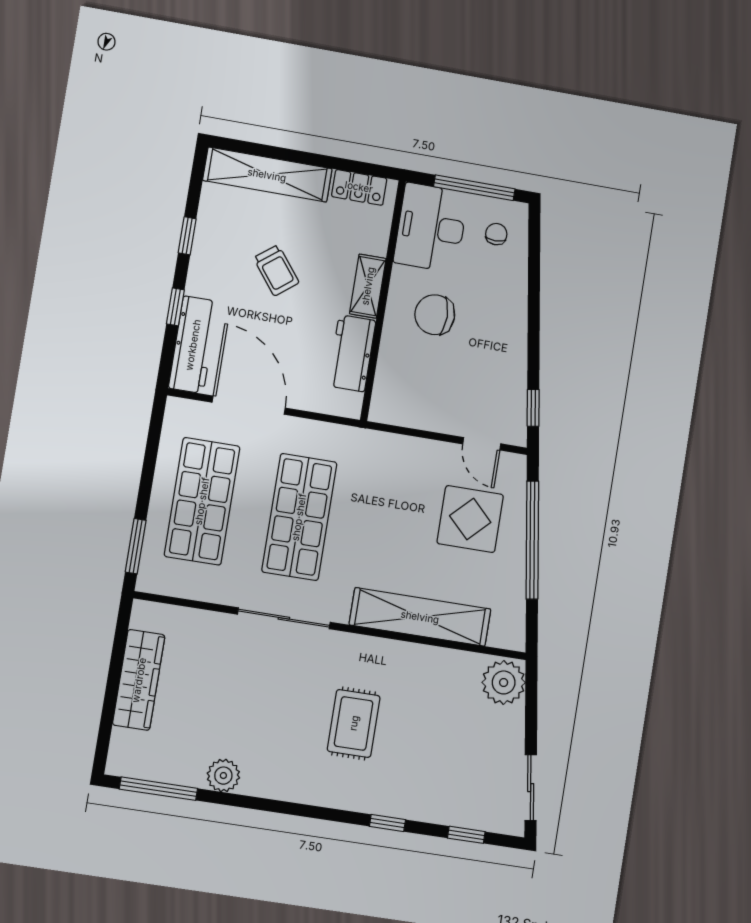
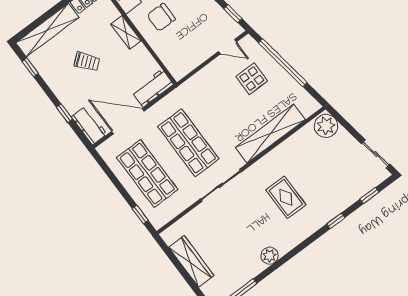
window: (187, 236) -> (30, 67), moved
workbench: (193, 345) -> (89, 126), width x0.73
workbench: (352, 353) -> (153, 88), moved, turned 90
display table: (470, 519) -> (252, 79), width x0.73, depth x0.73
window: (136, 546) -> (140, 214), width x0.67
plant: (223, 776) -> (270, 256), moved

